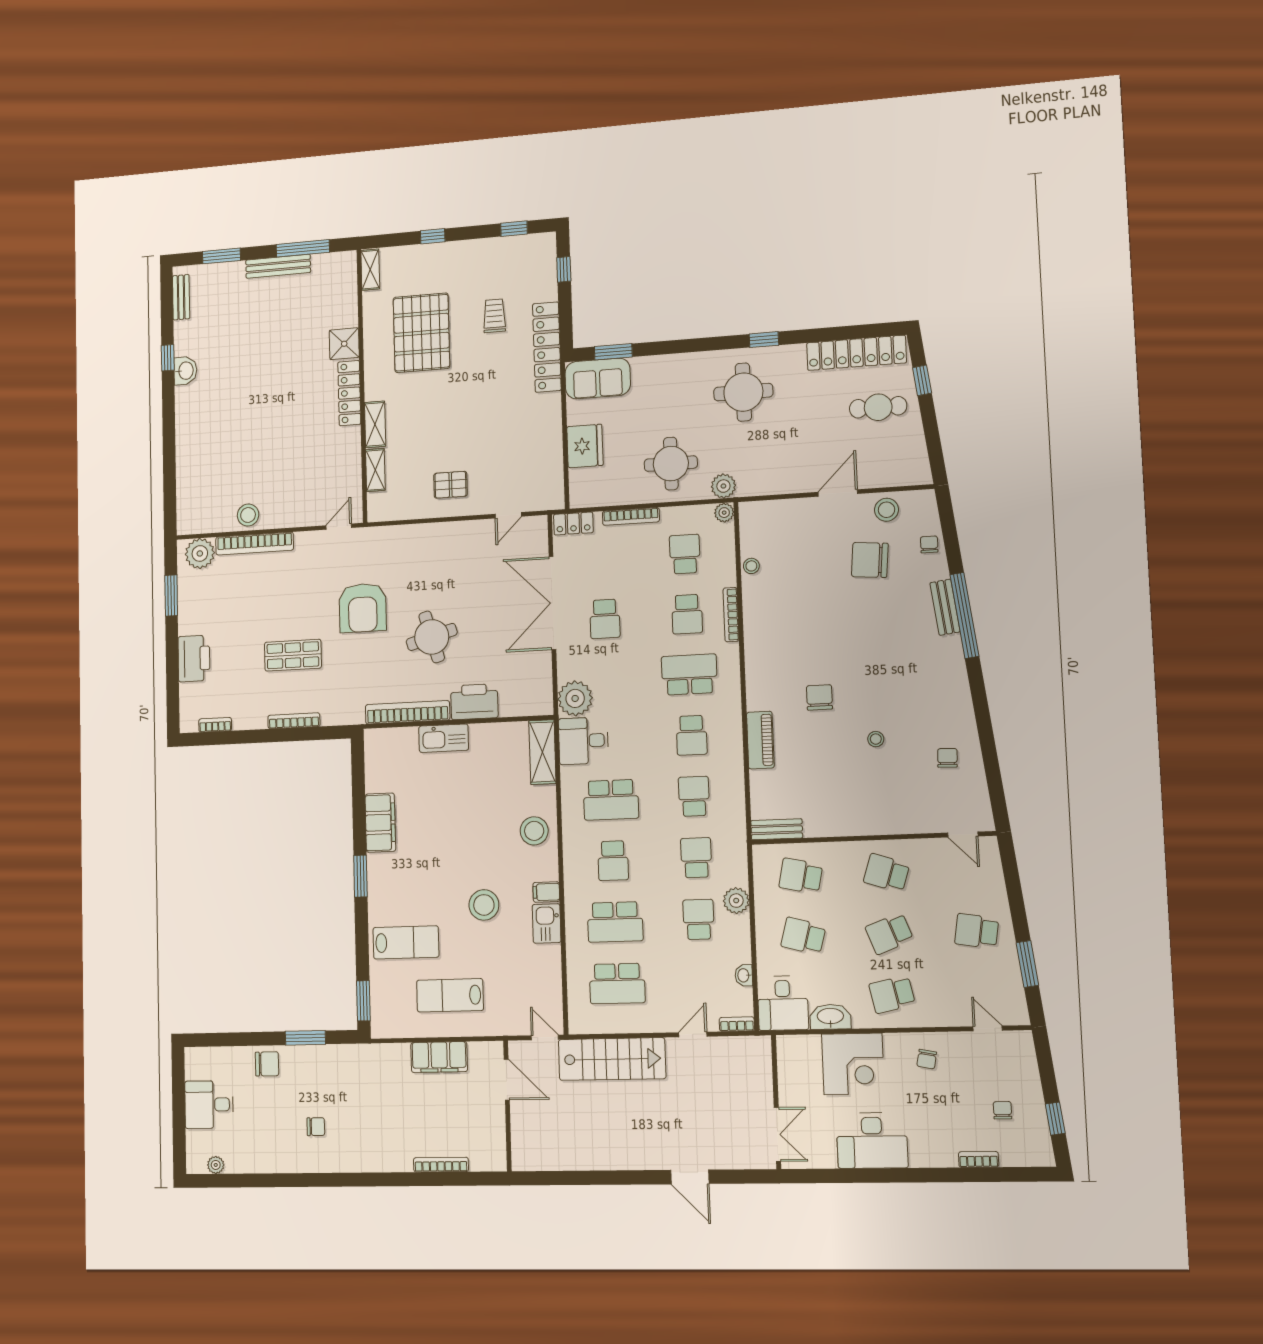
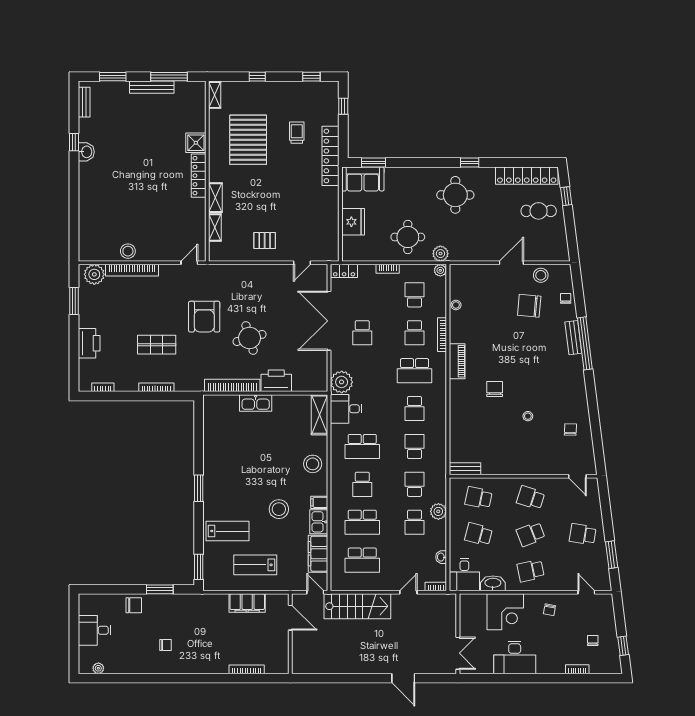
bookcase: (631, 516) -> (388, 269), width x0.64
school desk: (689, 675) -> (414, 371), turned 180
piano: (760, 740) -> (457, 361), moved
filing cabinet: (380, 823) -> (318, 554), moved, turned 180
school desk: (699, 919) -> (414, 522), turned 180

